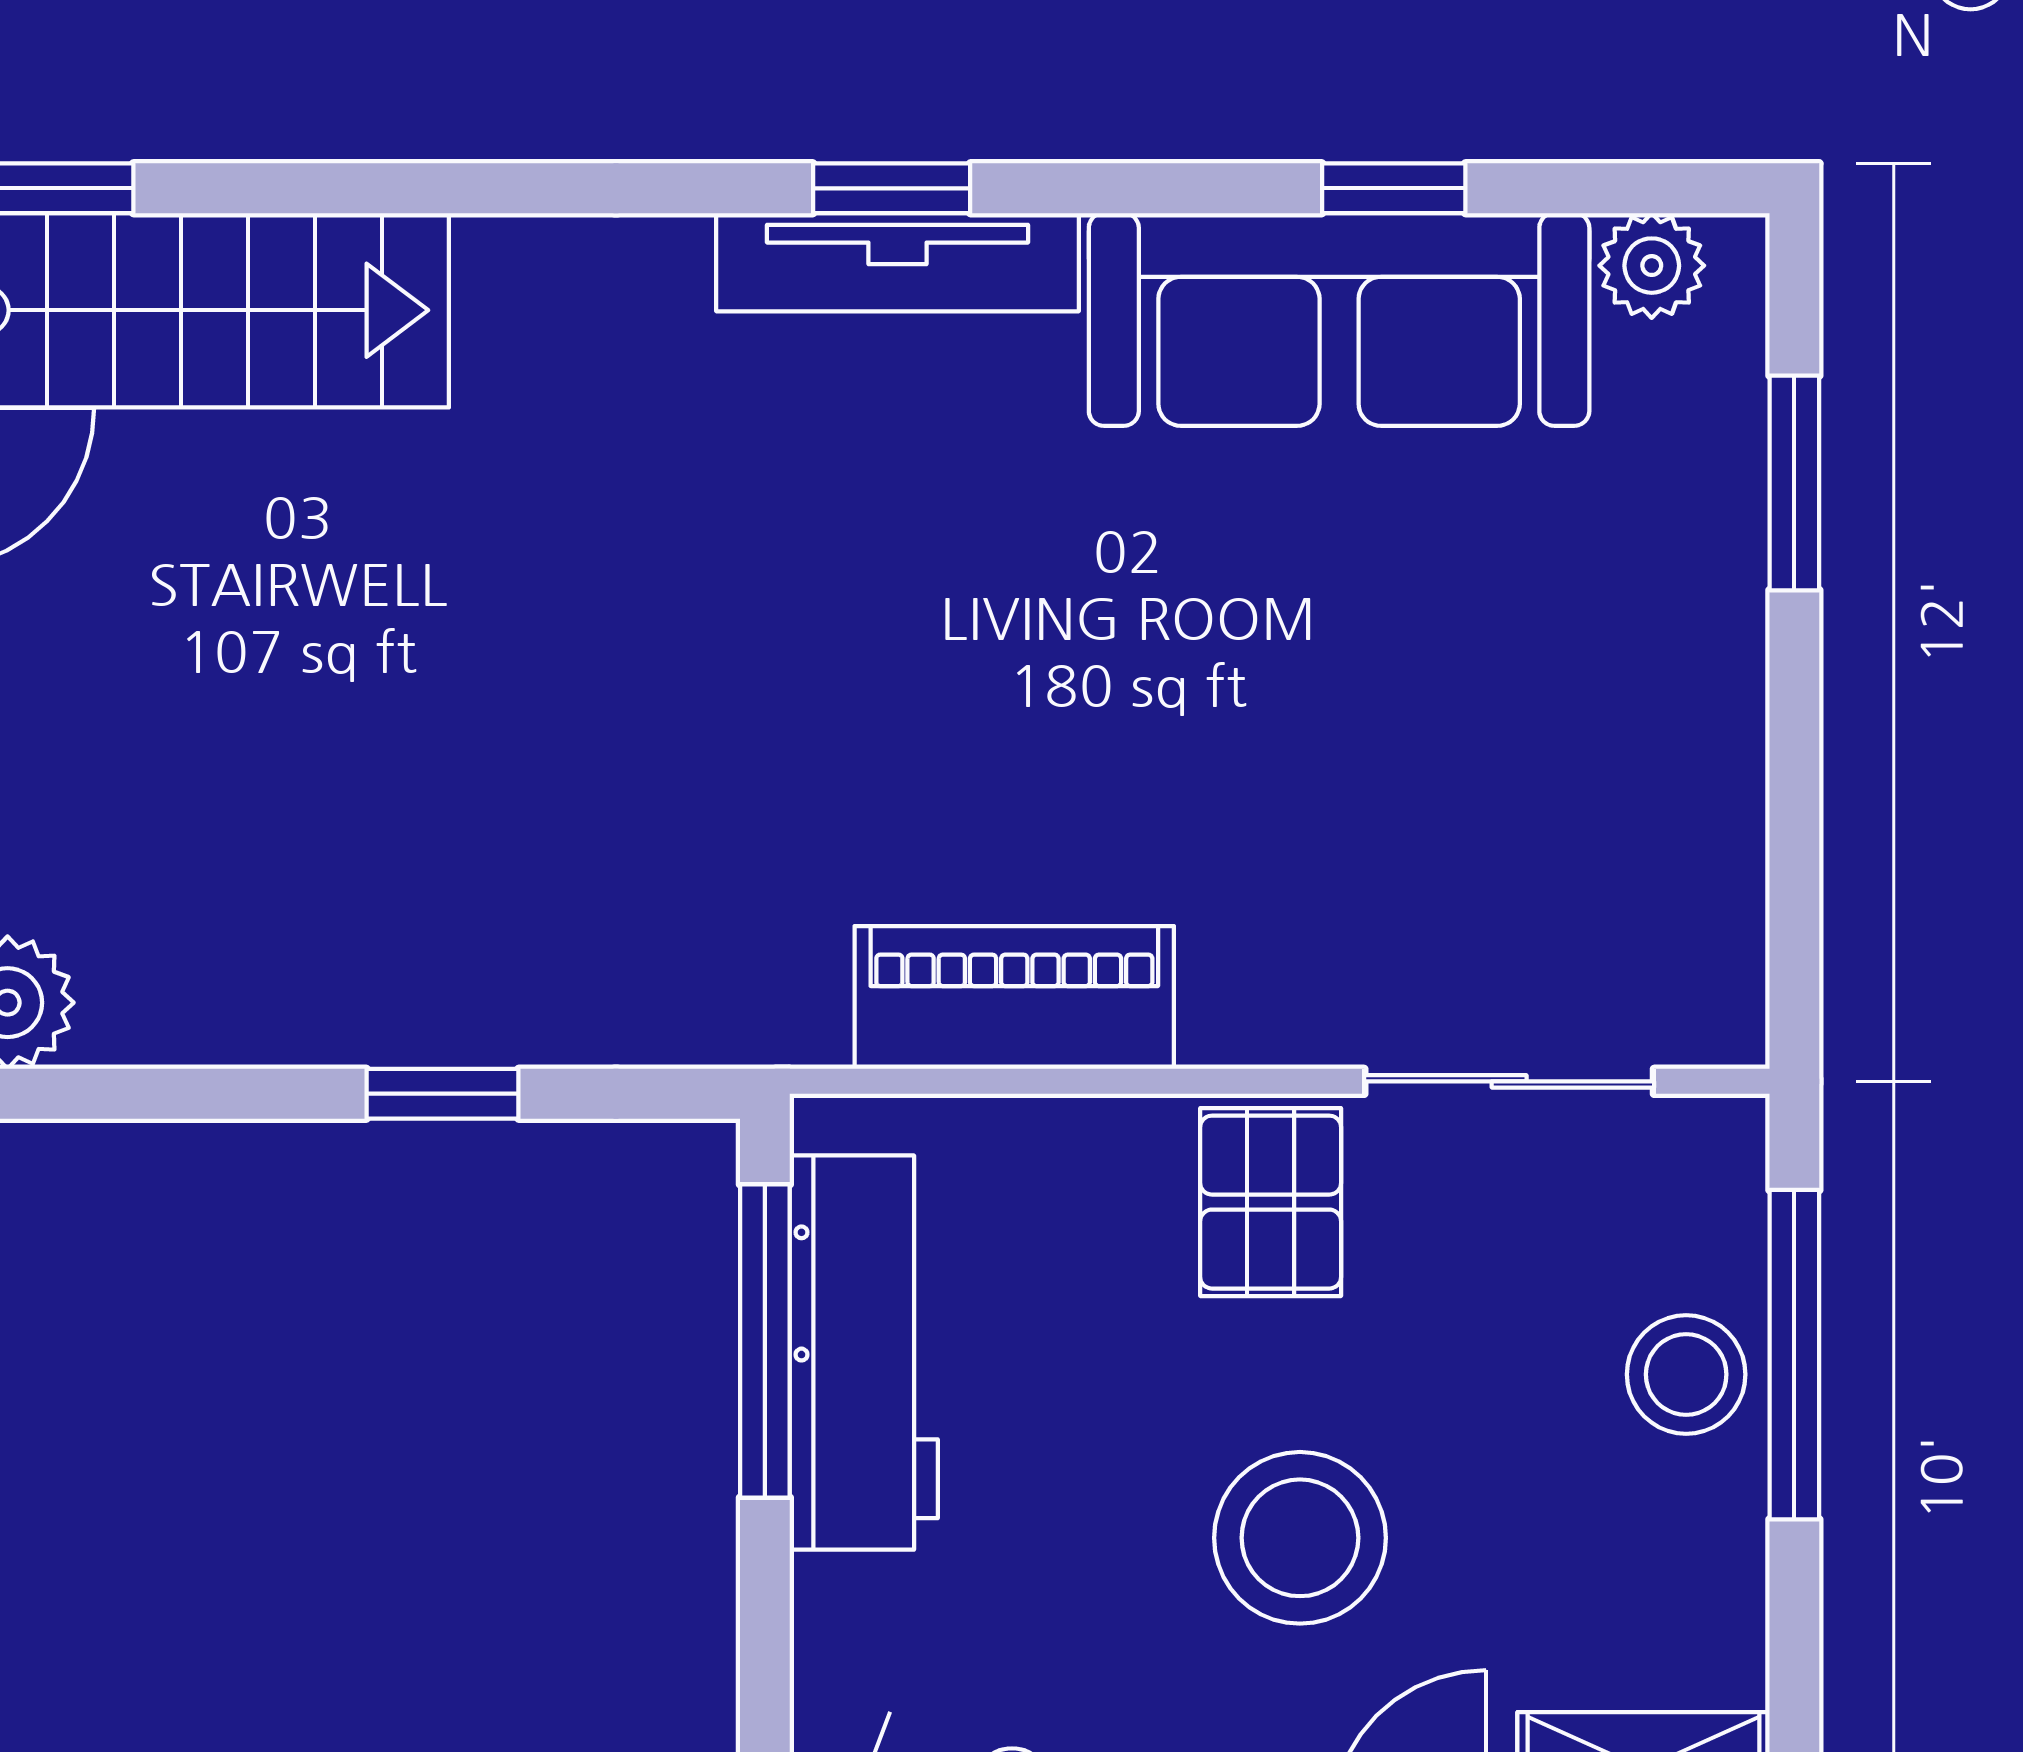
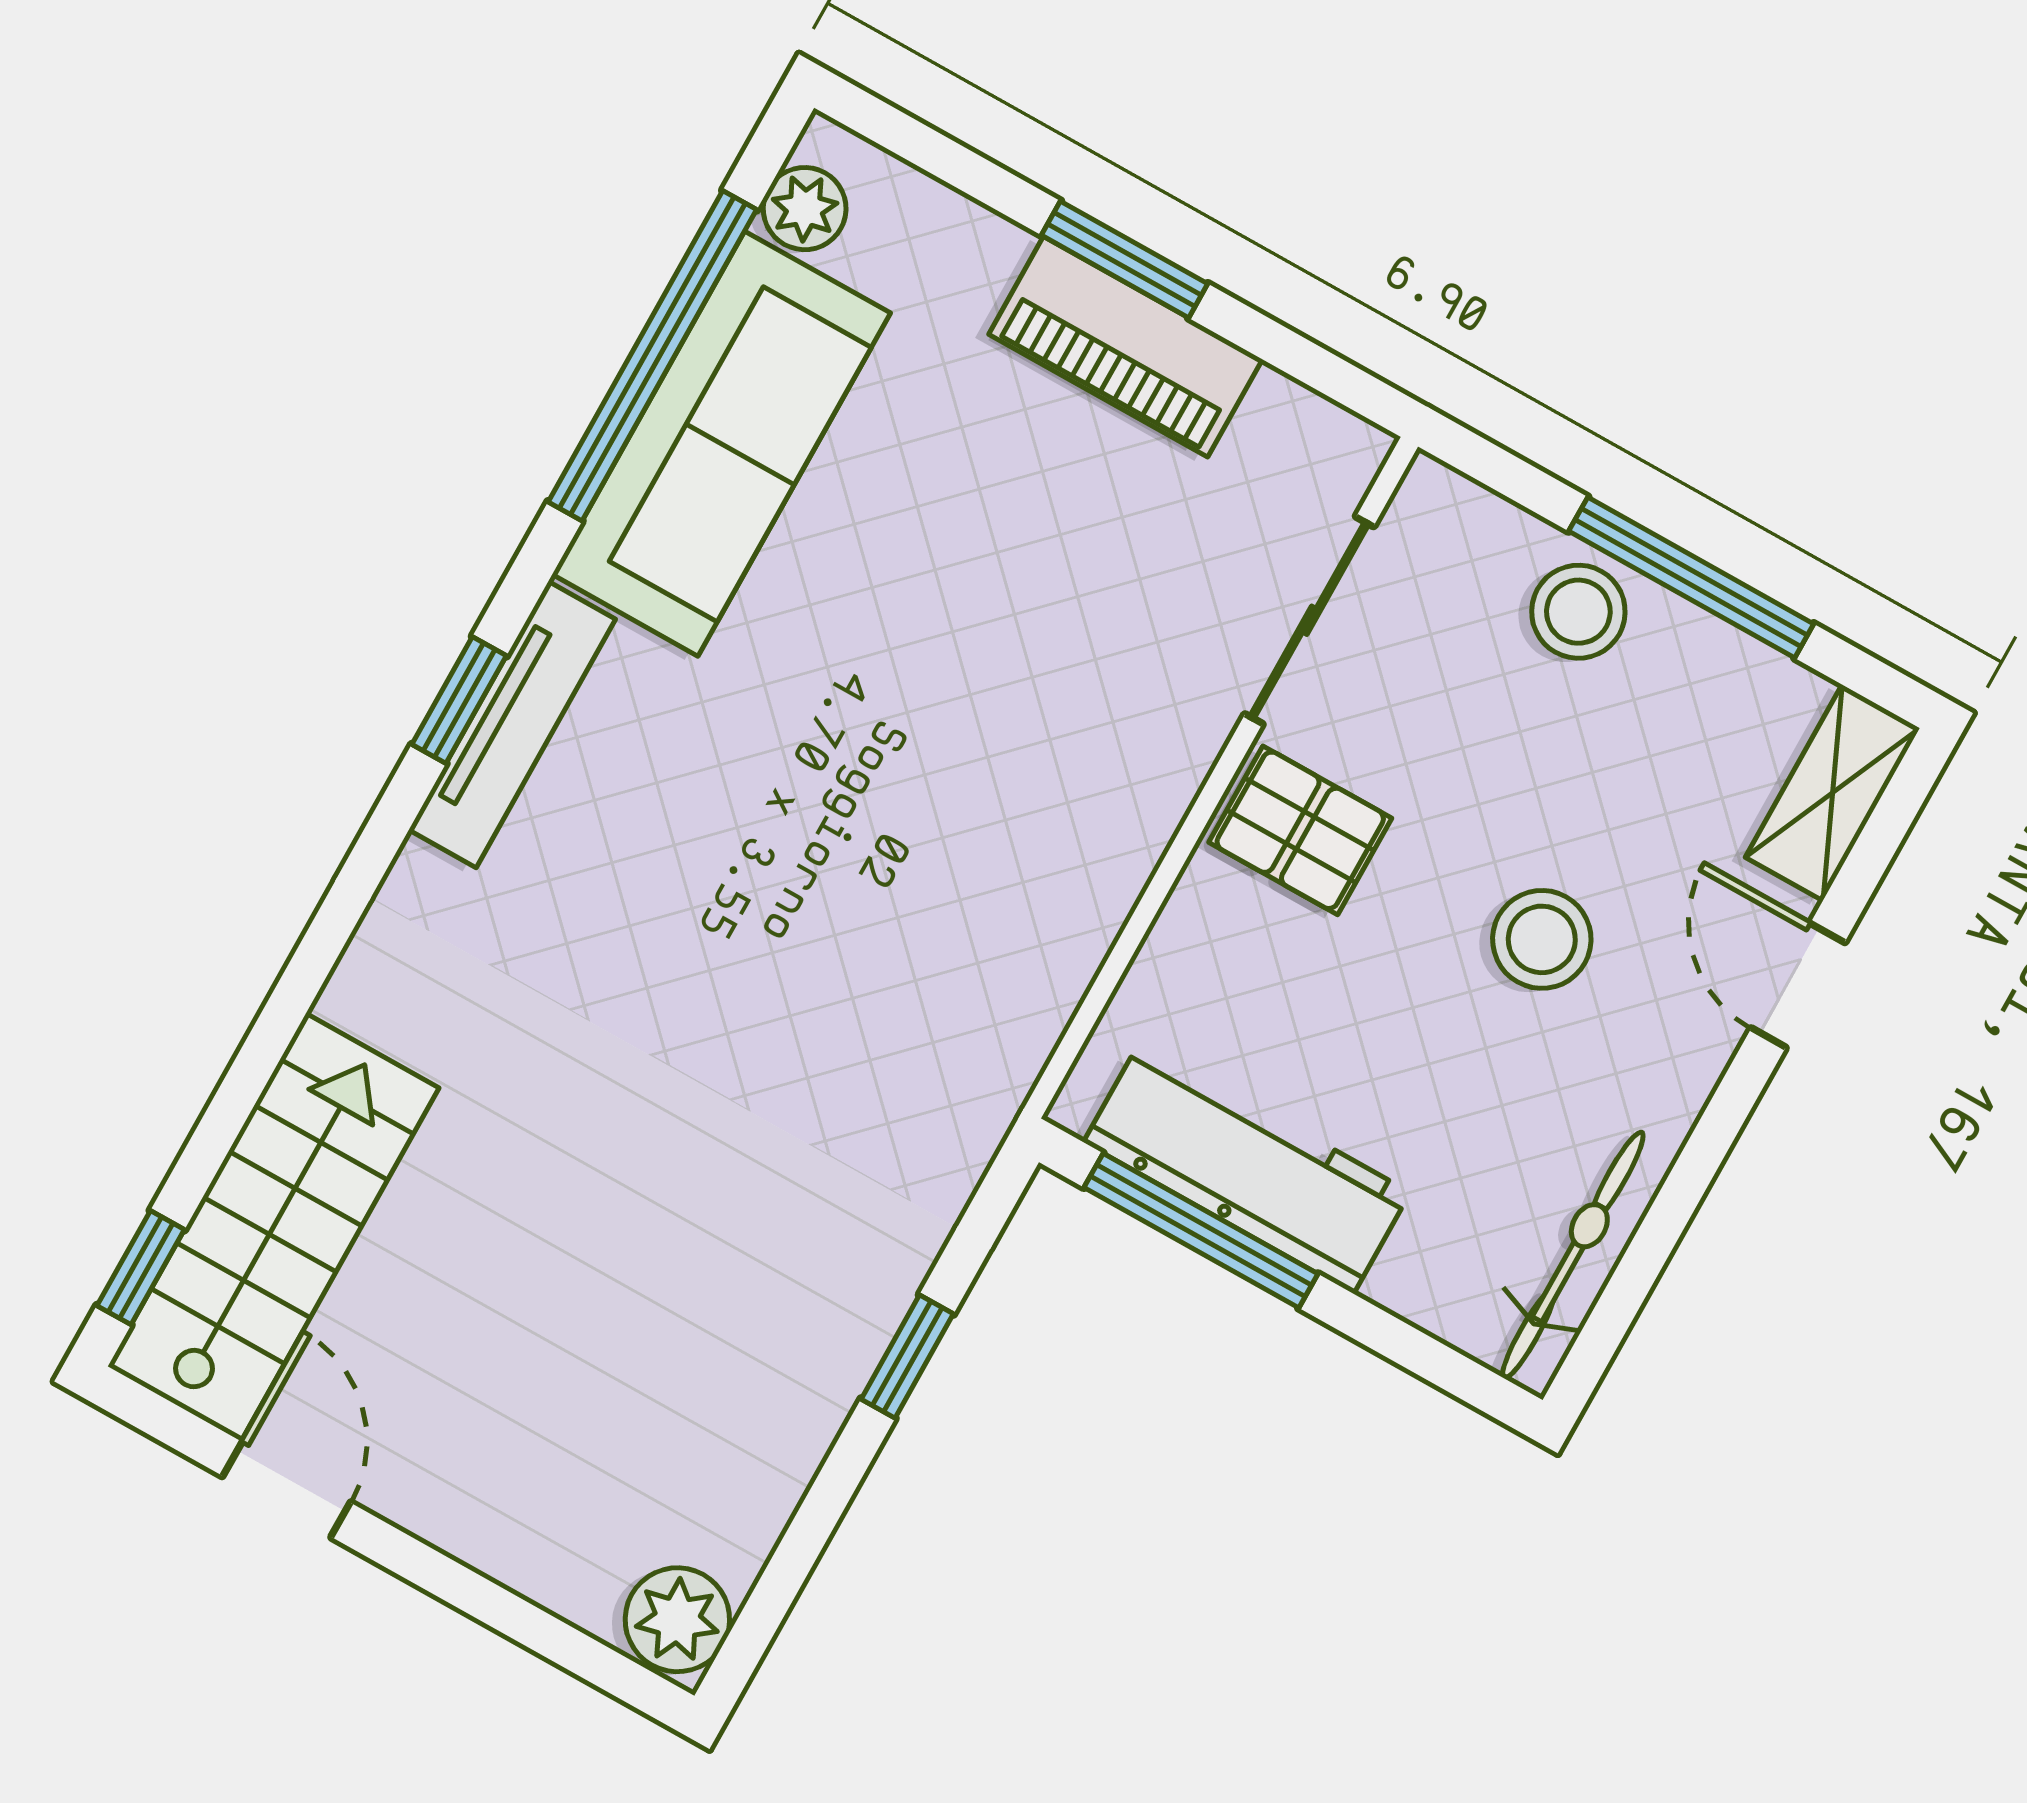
window: (1394, 188) -> (652, 356), width x3.17
window: (1794, 483) -> (1125, 259), moved
piano: (1014, 998) -> (1126, 347), moved, turned -90
window: (1794, 1355) -> (1691, 577), moved
stool: (1300, 1538) -> (1542, 939), width x0.73, depth x0.73

